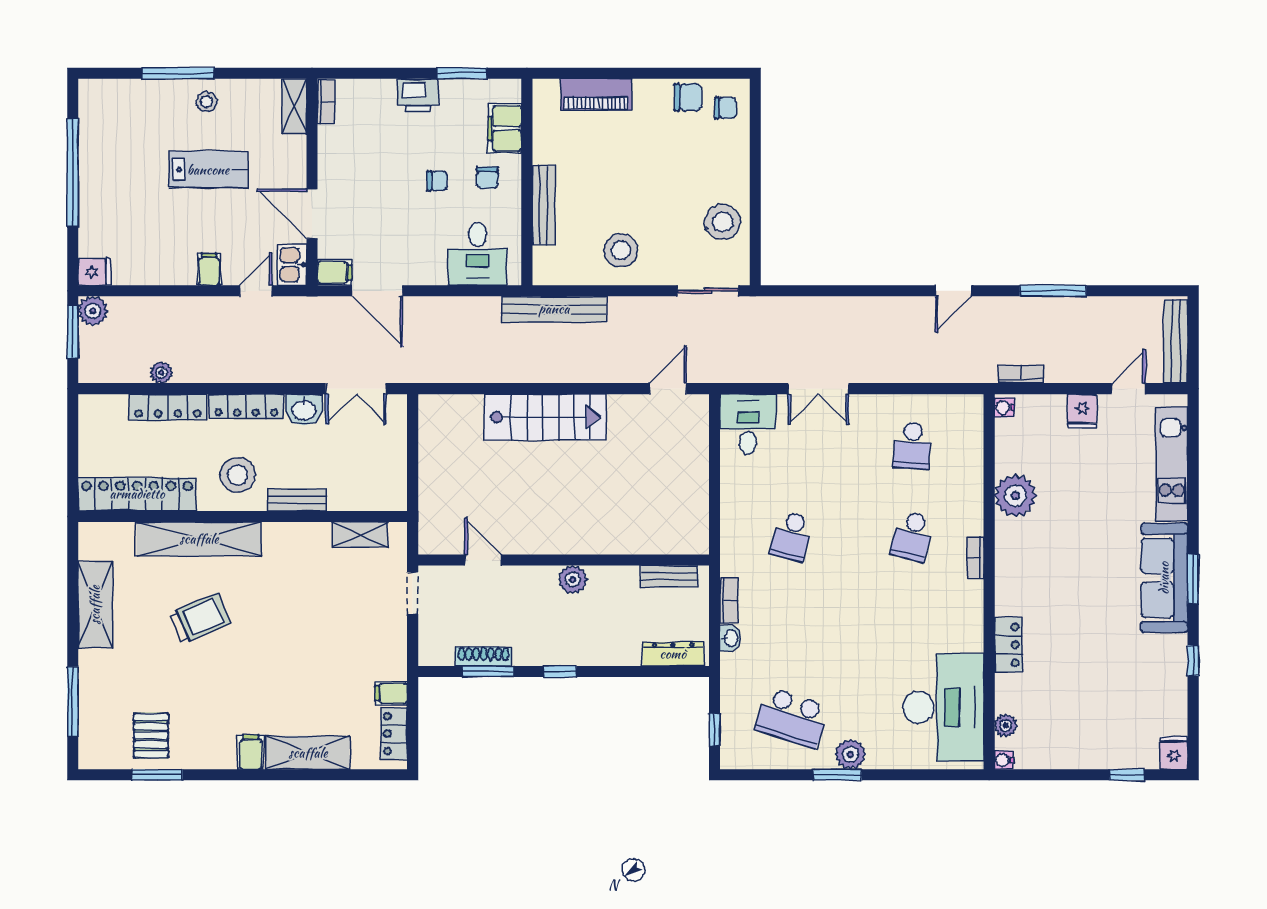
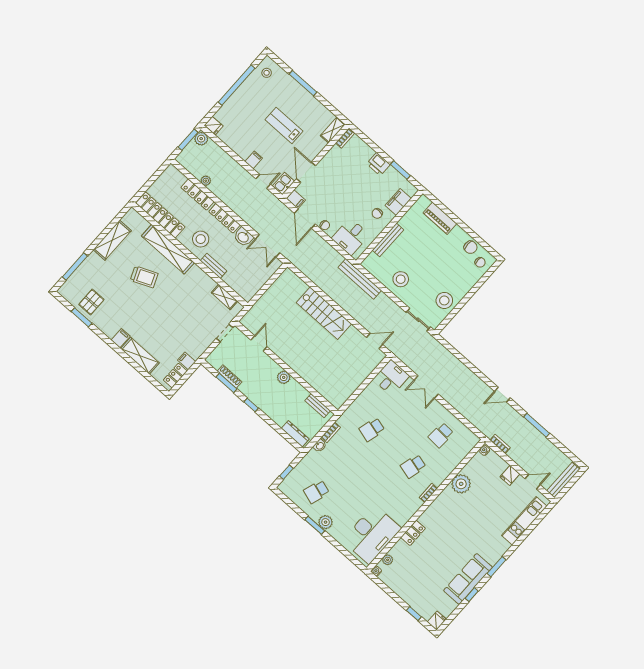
stool: (207, 102) -> (267, 73), moved
lab bench: (208, 170) -> (284, 125), turned 180
chair: (437, 181) -> (325, 225), moved
sofa: (1164, 578) -> (468, 579), moved
school desk: (792, 718) -> (316, 492), width x0.54

